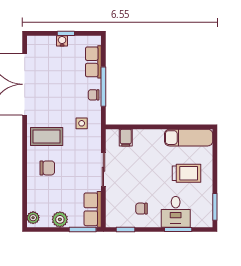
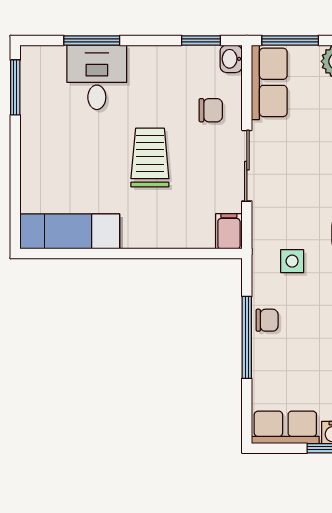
row of seats: (93, 62) -> (285, 427), moved, turned -90
filing cabinet: (126, 138) -> (229, 231), moved
trolley: (187, 173) -> (150, 157), moved, turned 90
chair: (142, 209) -> (211, 110), moved
washbasin: (111, 221) -> (231, 59), added

